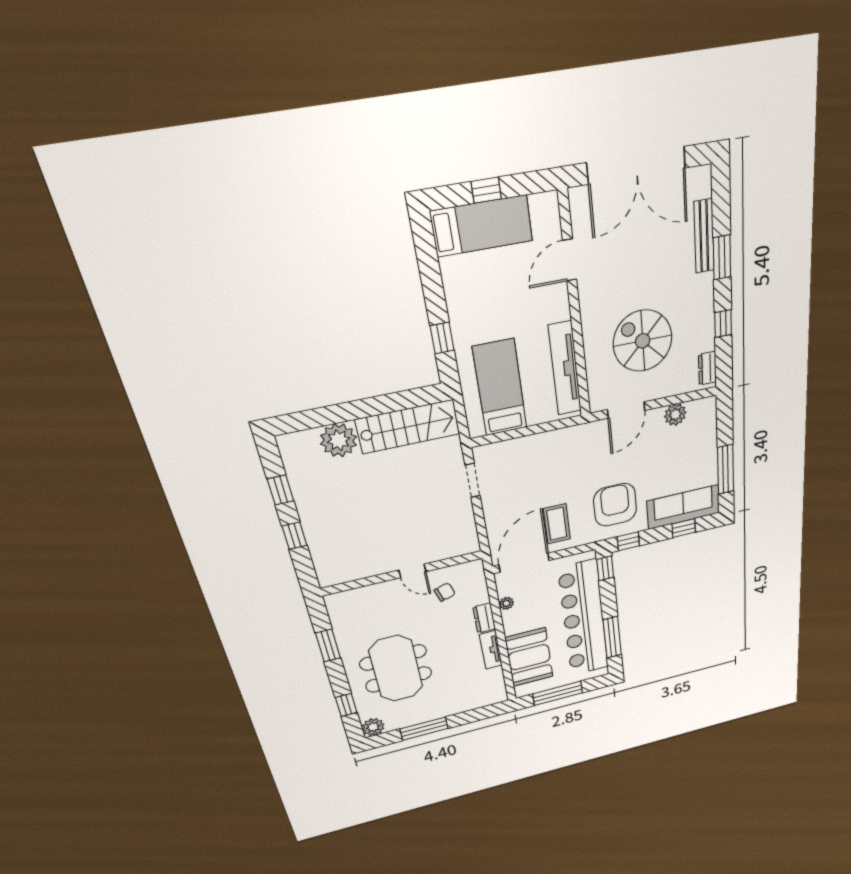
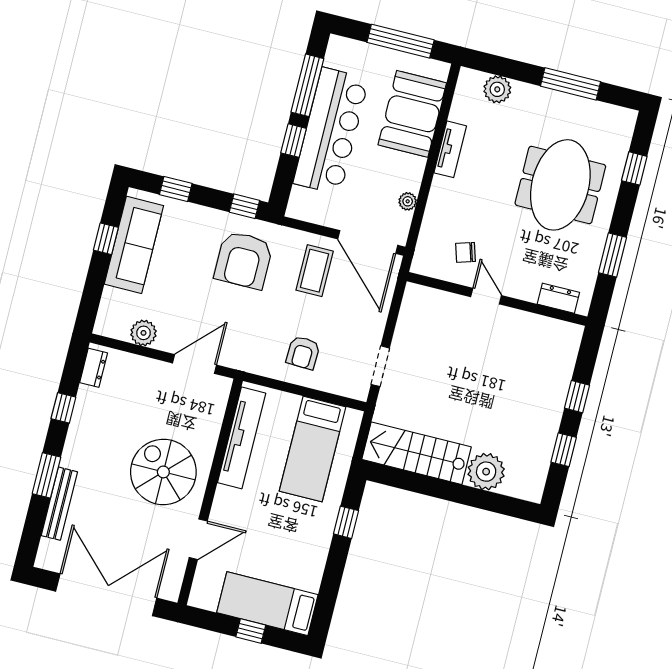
spiral stairs: (643, 341) -> (163, 472), moved, turned 180
armchair: (541, 460) -> (303, 353), added
window: (726, 469) -> (106, 239), width x0.46
sofa: (683, 507) -> (134, 245), moved, turned -90
door: (524, 563) -> (368, 242), hinge flipped
window: (605, 568) -> (294, 141), moved
dresser: (484, 618) -> (558, 298), moved, turned -90
bar counter: (584, 619) -> (331, 131), width x0.73
plant: (373, 727) -> (497, 89), moved

